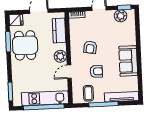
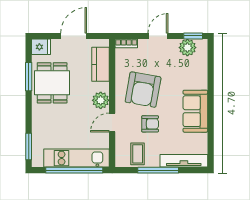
armchair: (90, 47) -> (143, 90), width x1.88, depth x1.88

